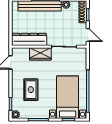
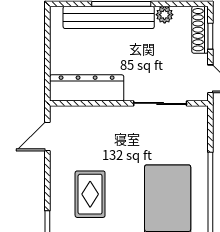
wardrobe: (40, 54) -> (110, 119), removed

